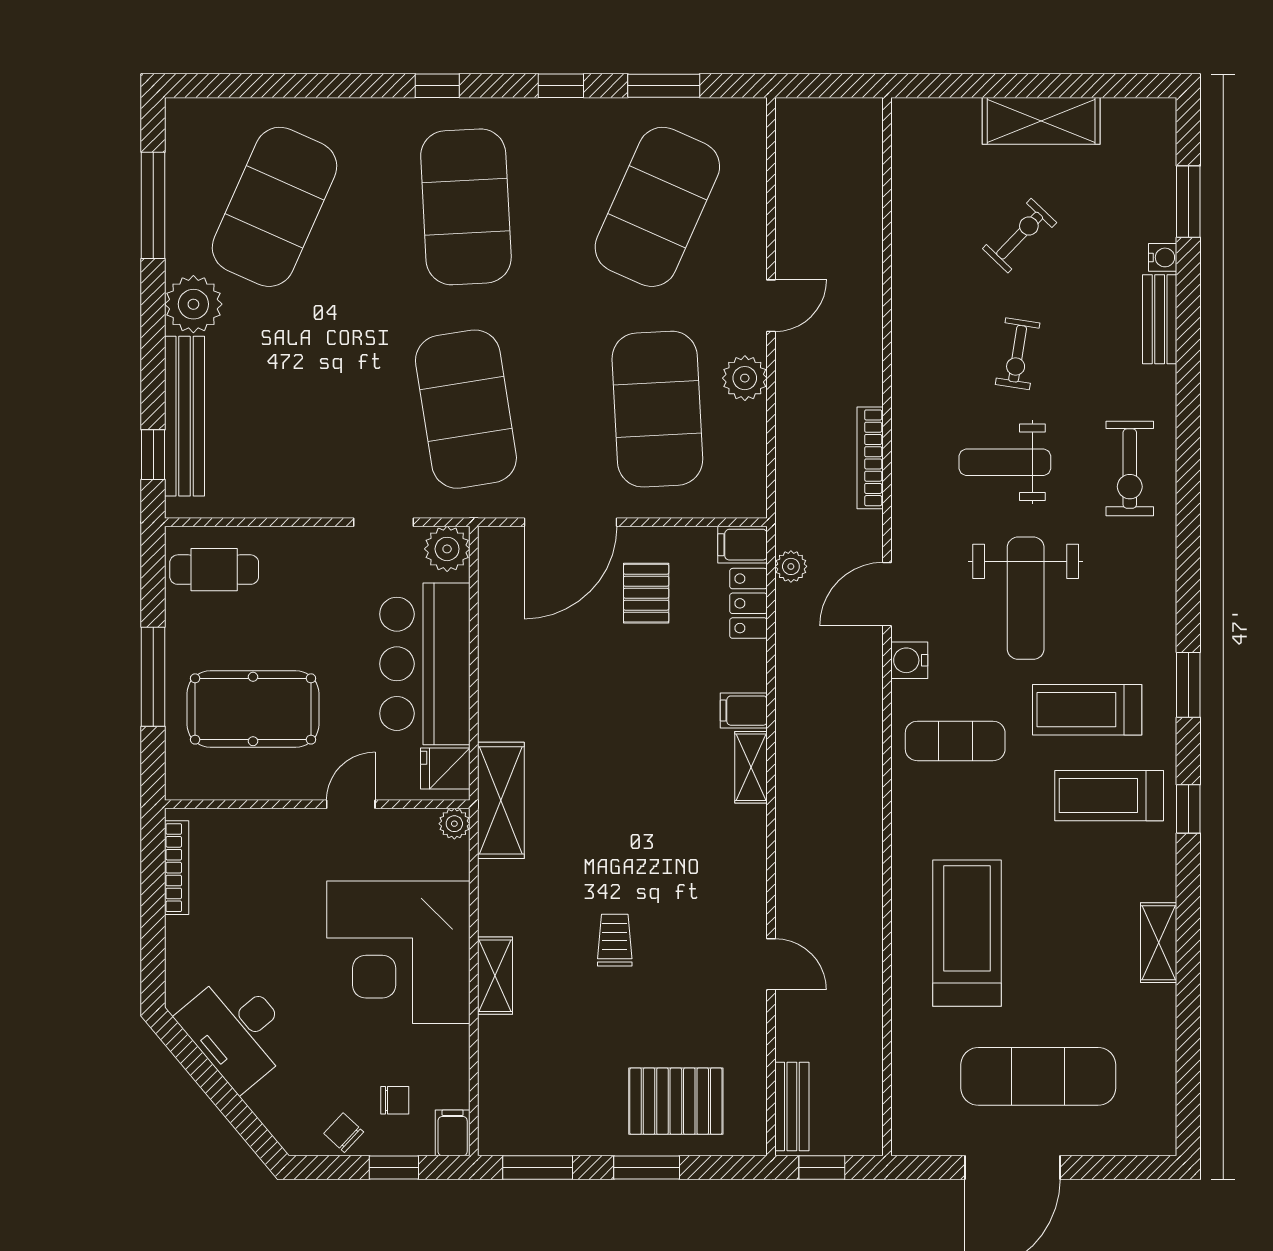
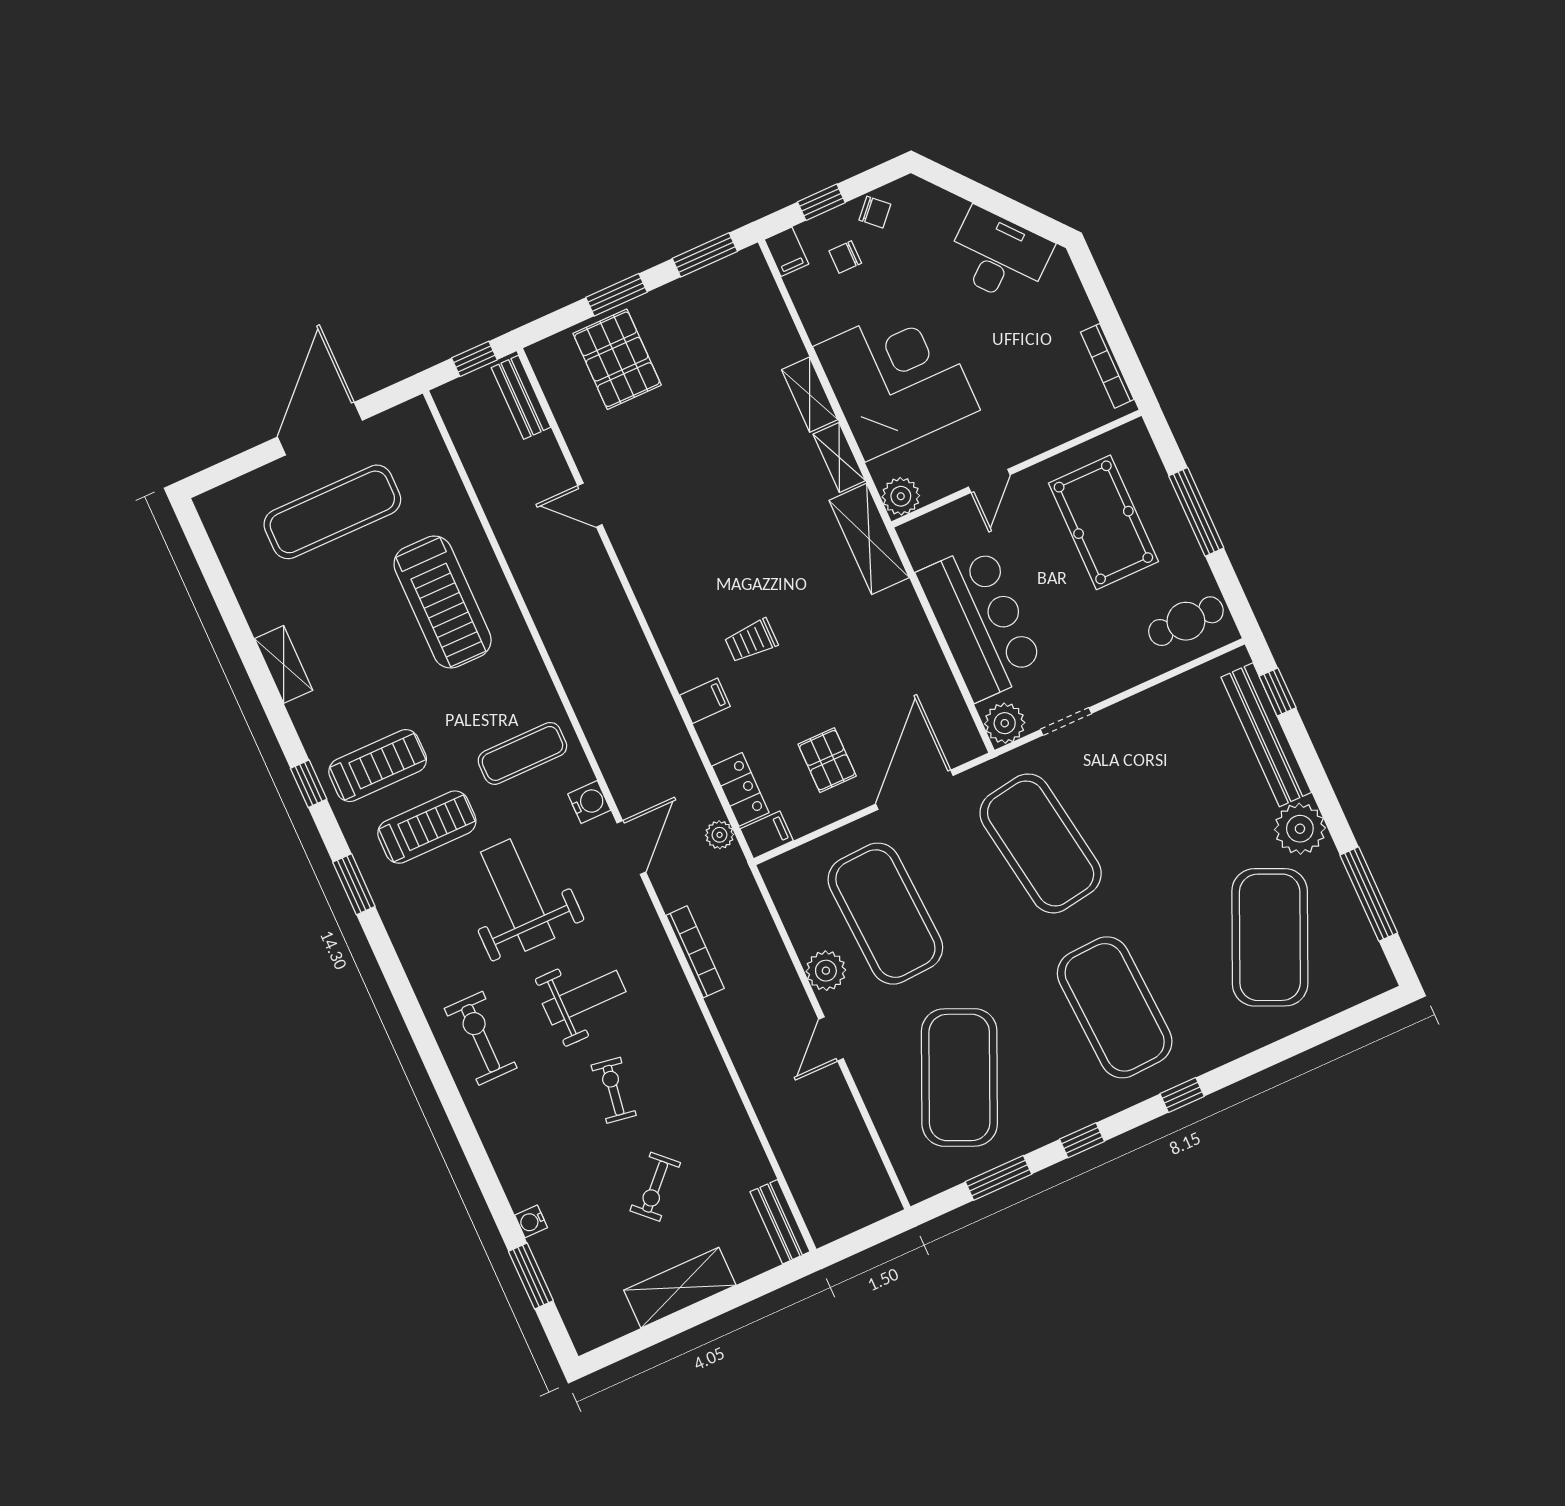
bench: (1160, 319) -> (780, 1222), moved
pool table: (253, 709) -> (1103, 522), turned 90
shelving: (751, 767) -> (839, 457), moved
fridge: (445, 769) -> (926, 544), removed
plant: (454, 824) -> (901, 496), width x1.38, depth x1.38
trolley: (615, 940) -> (751, 641), moved, turned 90
pallet: (676, 1101) -> (617, 359), turned 90

